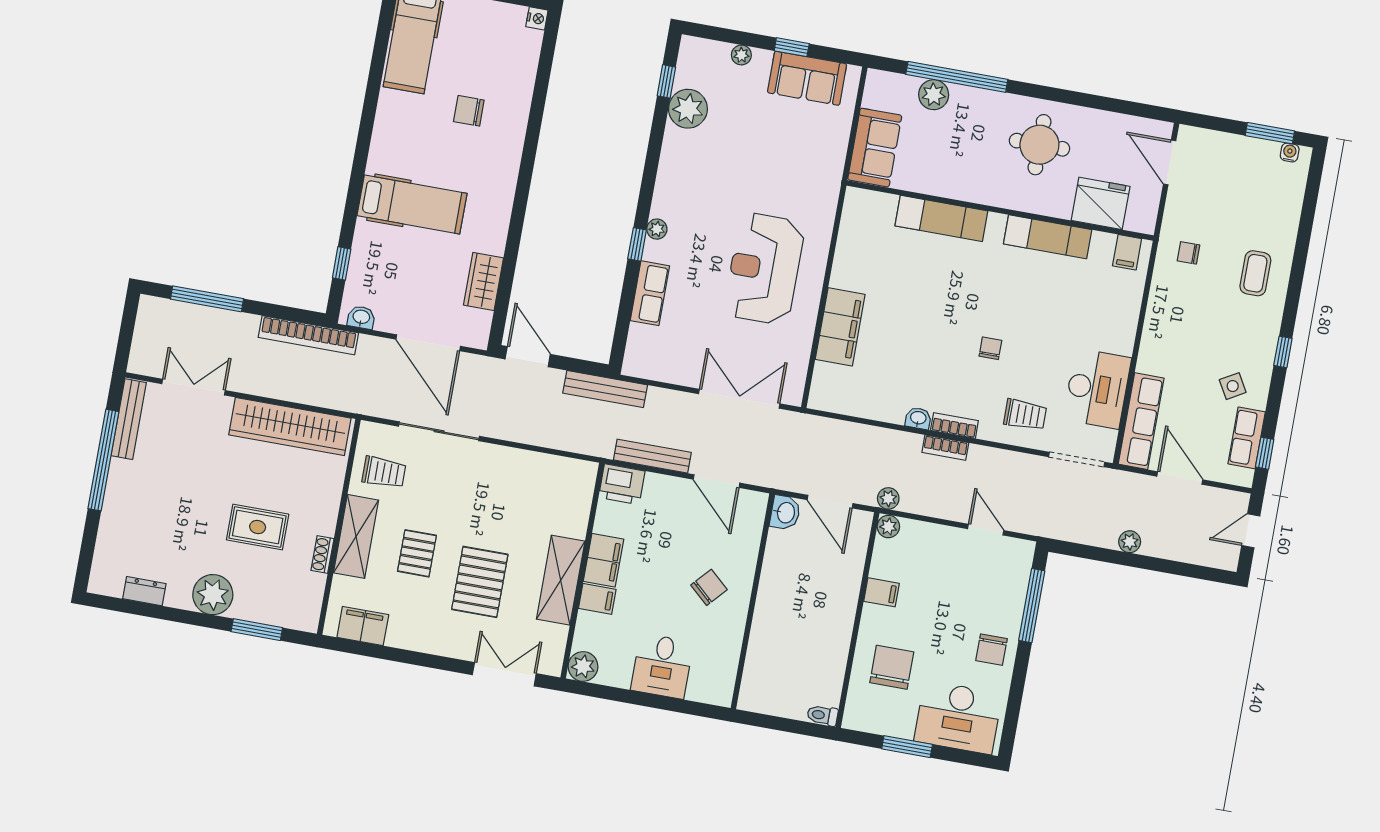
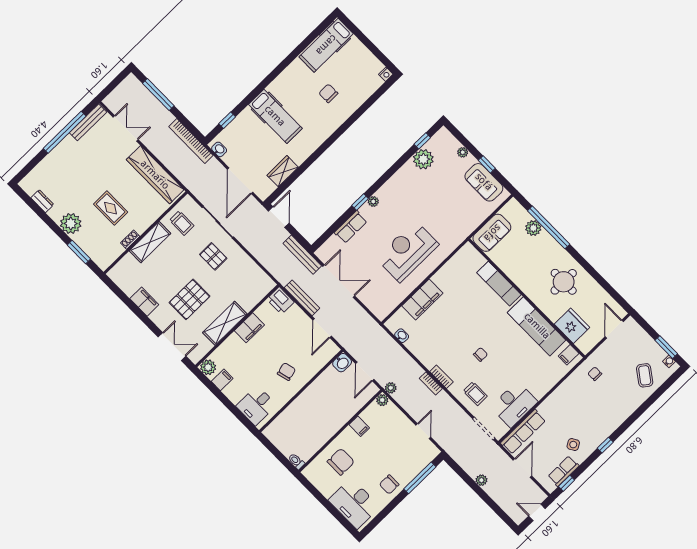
exam couch: (1048, 237) -> (537, 326), width x1.36, depth x1.45
coffee table: (1255, 273) -> (645, 375), moved, turned -54
double door: (739, 399) -> (339, 281), moved
washbasin: (918, 418) -> (402, 336), moved
pallet: (417, 553) -> (213, 256), moved, turned 90
chair: (709, 587) -> (286, 372), turned -56
filing cabinet: (597, 599) -> (222, 380), moved, turned -90
filing cabinet: (363, 626) -> (144, 302), moved
desk: (662, 666) -> (256, 405), moved
window: (907, 747) -> (323, 501), removed

